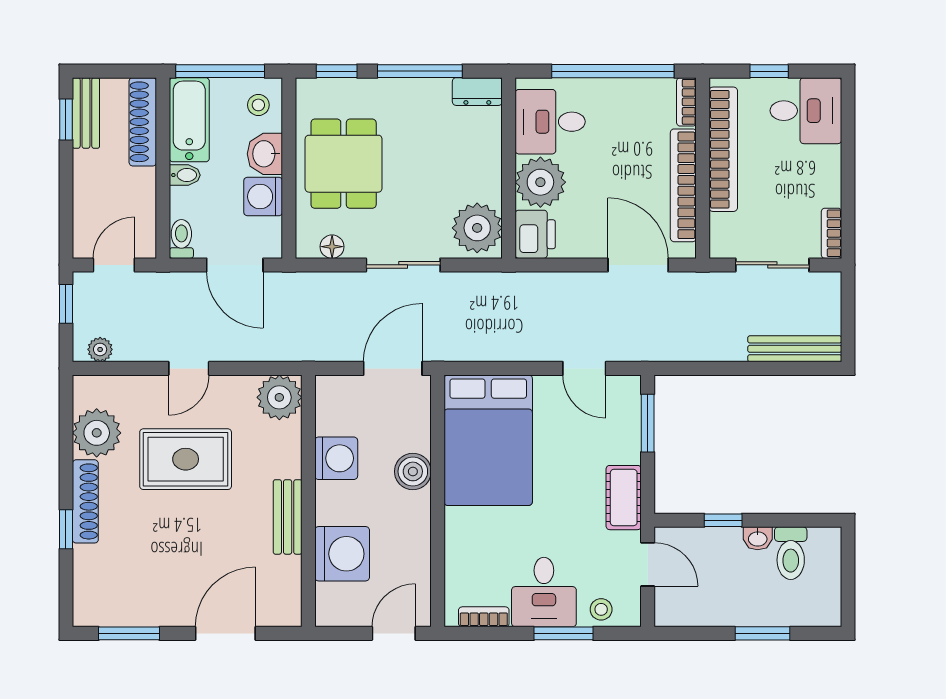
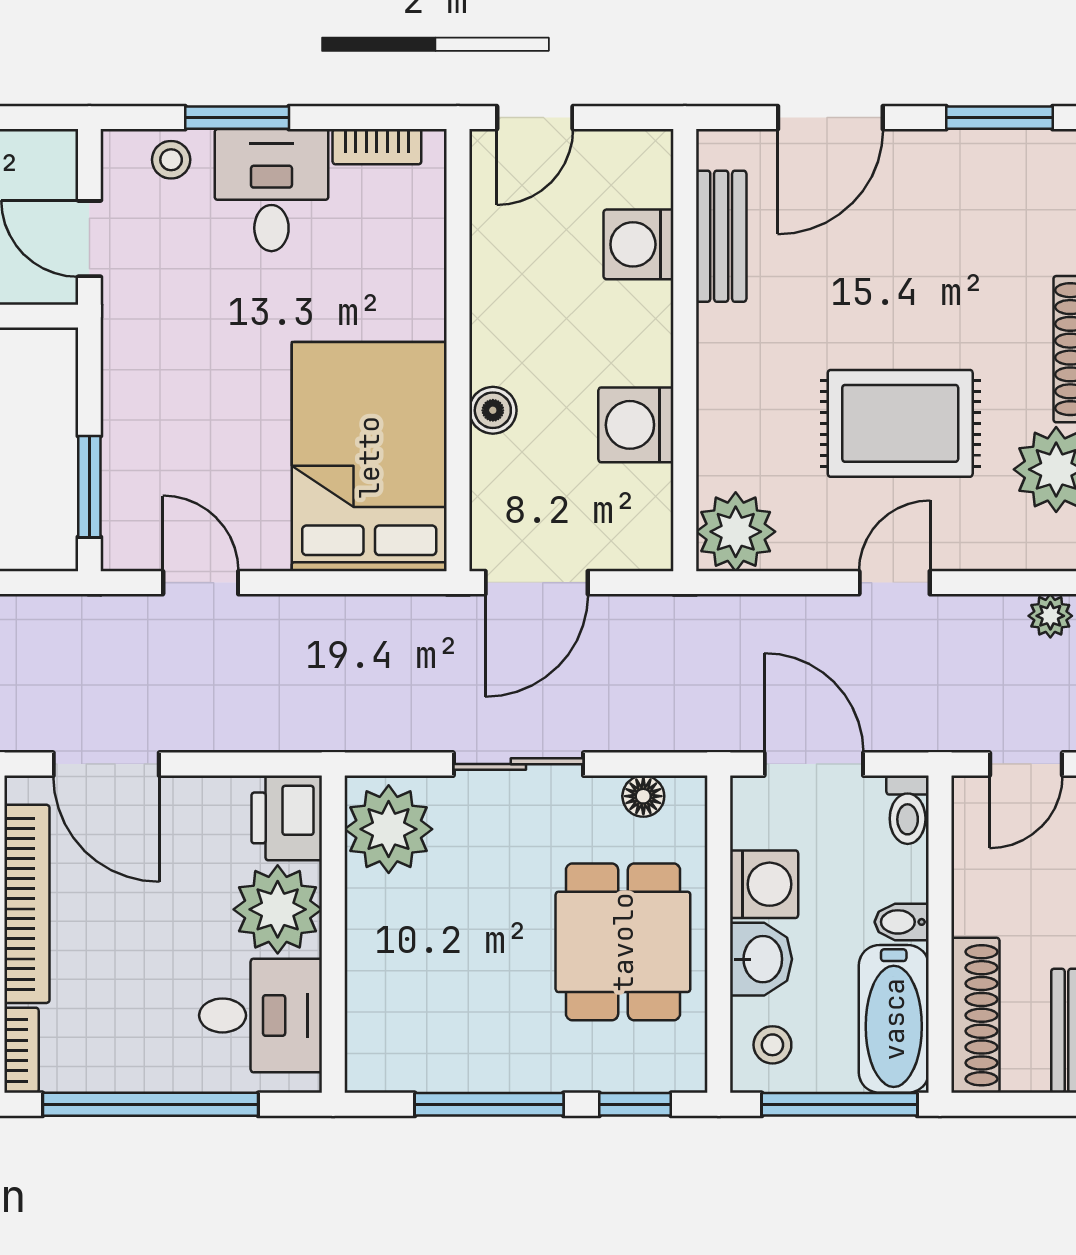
dresser: (477, 92) -> (388, 1068), removed
boiler: (413, 471) -> (493, 410), width x0.73, depth x0.73
cot: (624, 498) -> (132, 356), removed
bench: (288, 517) -> (721, 236), moved
washing machine: (342, 554) -> (639, 244), width x0.73, depth x0.73

